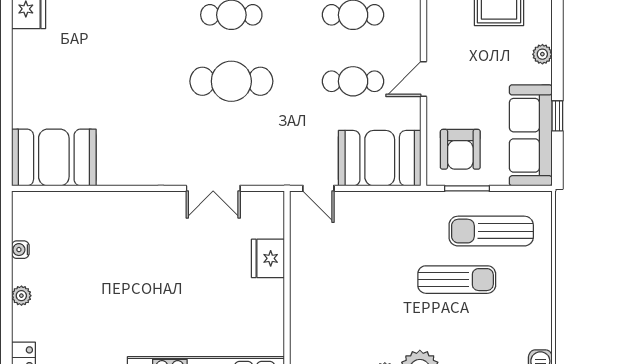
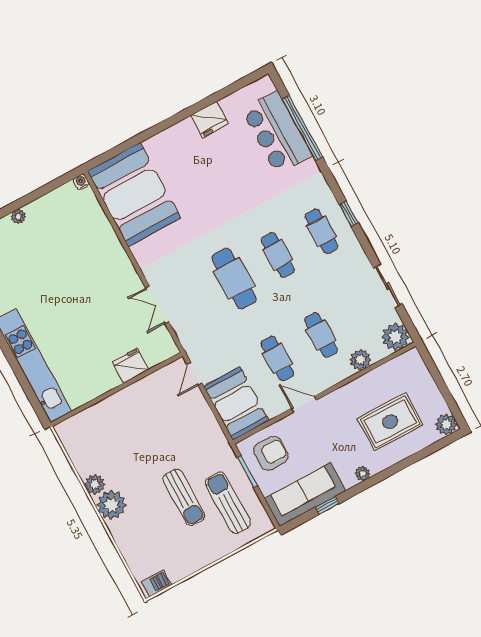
armchair: (460, 149) -> (271, 453), turned 180
booth: (54, 157) -> (134, 195), width x1.36, depth x1.42
water cooler: (20, 250) -> (81, 182), moved

